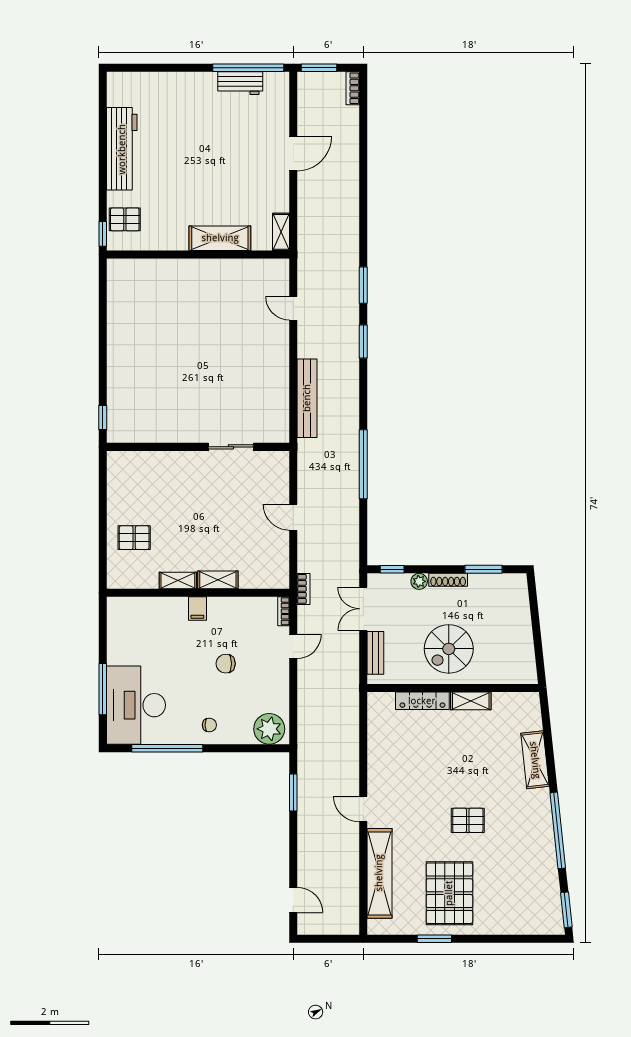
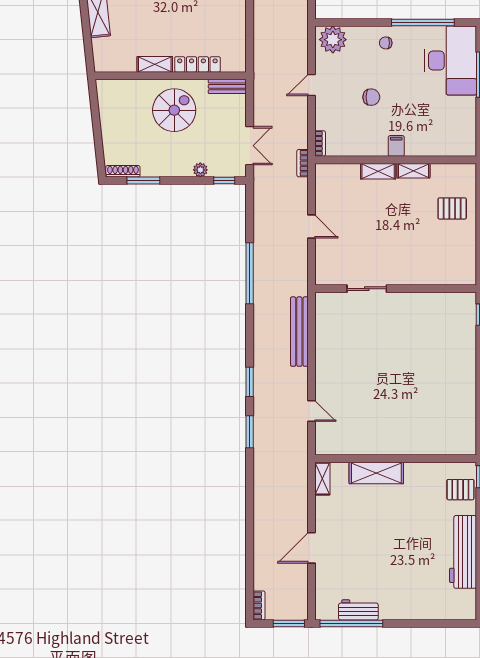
shoe rack: (448, 580) -> (123, 171), moved
door: (293, 646) -> (311, 85), moved
bench: (375, 653) -> (227, 86), moved, turned 90

